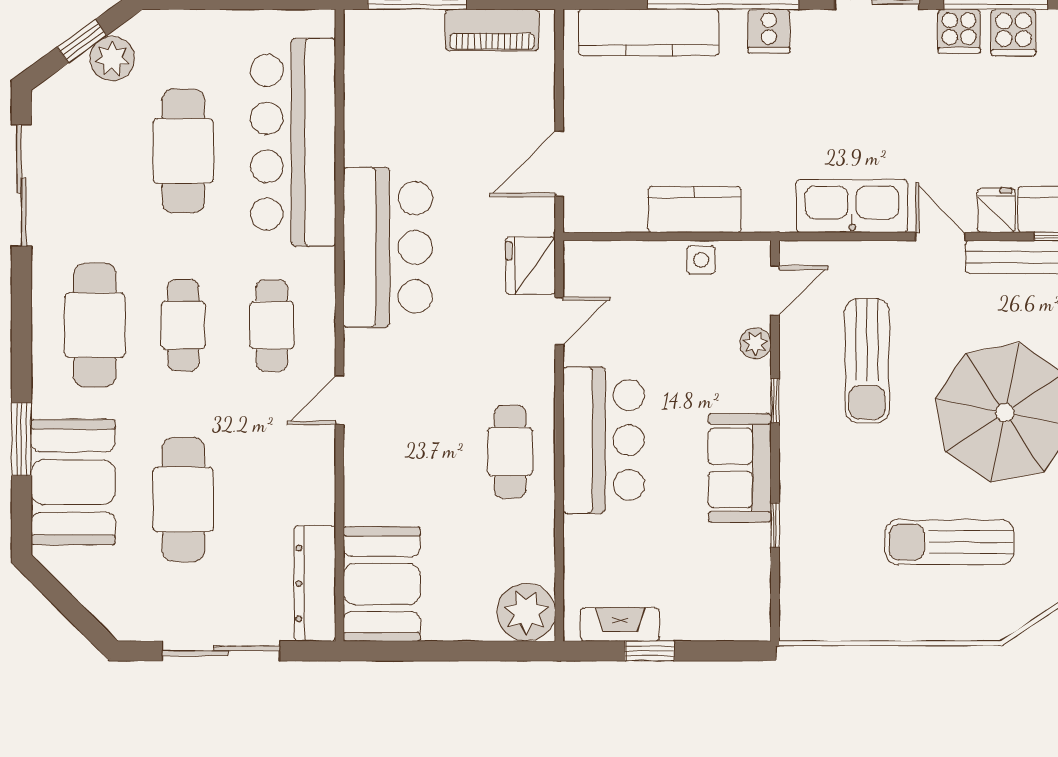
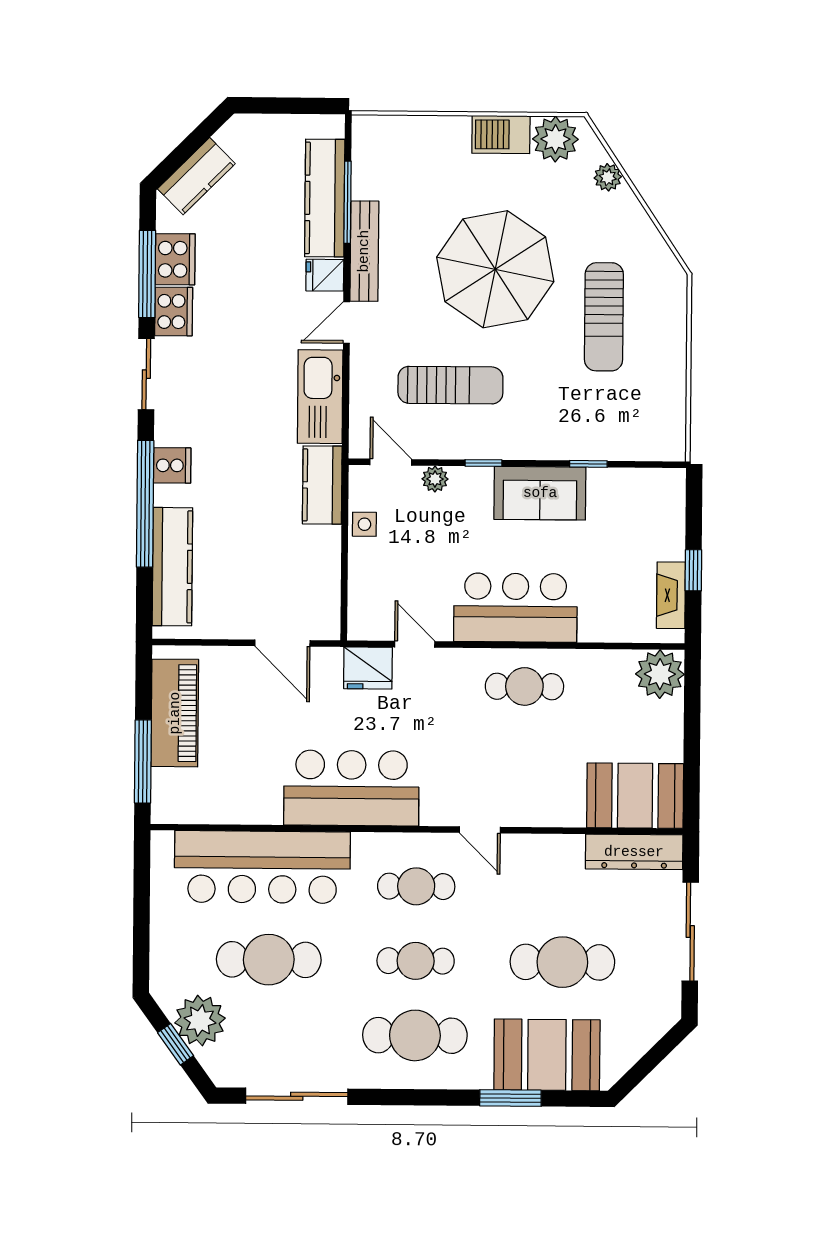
piano: (492, 30) -> (175, 713), width x1.37, depth x1.33
cooker: (959, 31) -> (174, 312), width x1.36
cooker: (1014, 33) -> (175, 259), width x1.36
plant: (112, 59) -> (200, 1020), width x1.36, depth x1.36
kitchen counter: (694, 210) -> (322, 485), moved

